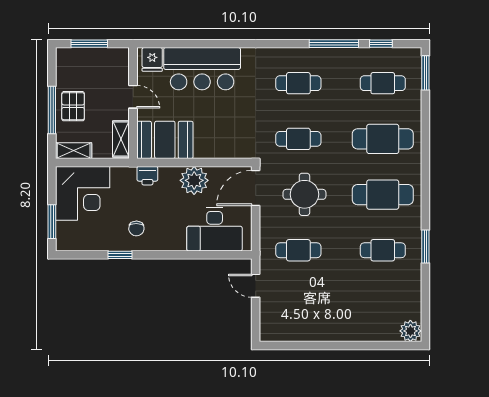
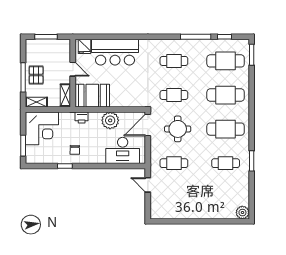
cafe table: (383, 83) -> (226, 61), width x1.37, depth x1.35

